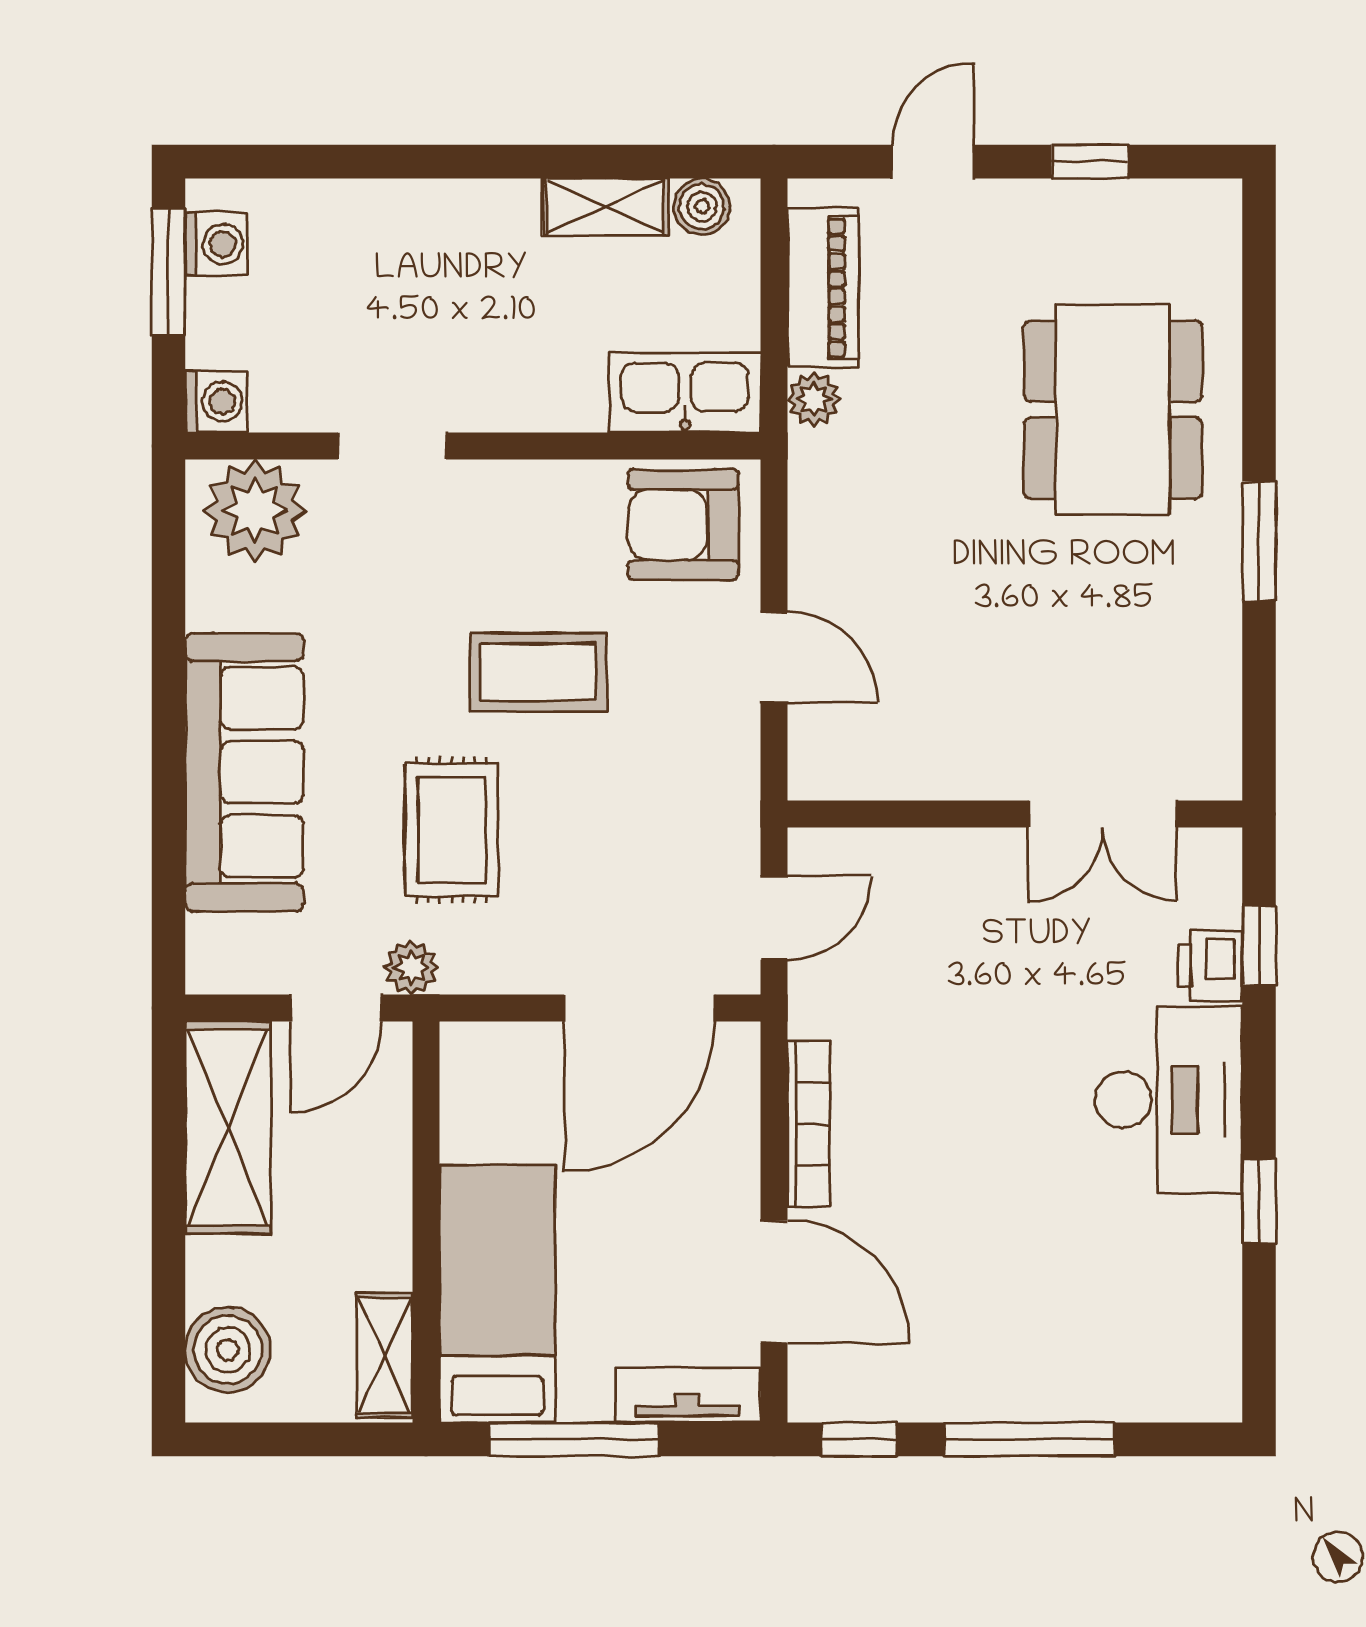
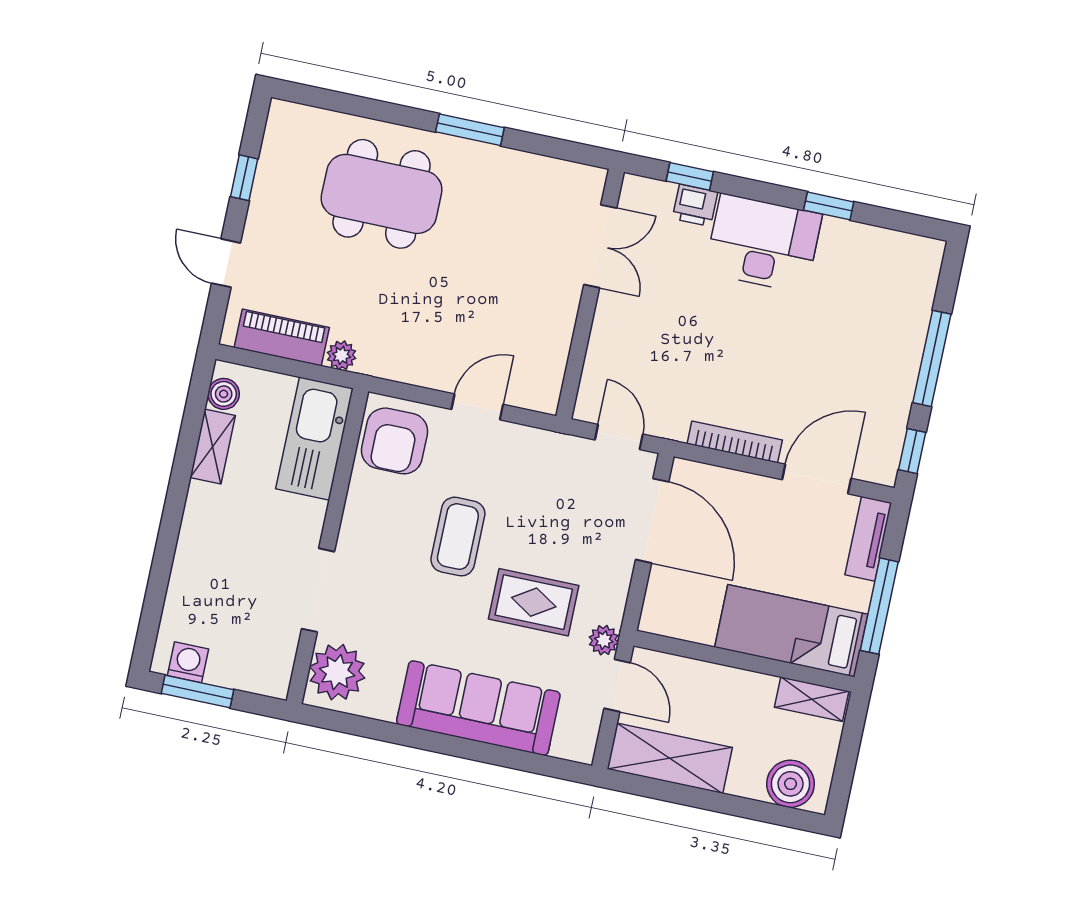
kitchen sink: (685, 393) -> (315, 439), width x1.36, depth x1.24
washing machine: (216, 402) -> (274, 681), removed
doorway: (392, 446) -> (318, 590), width x1.38

